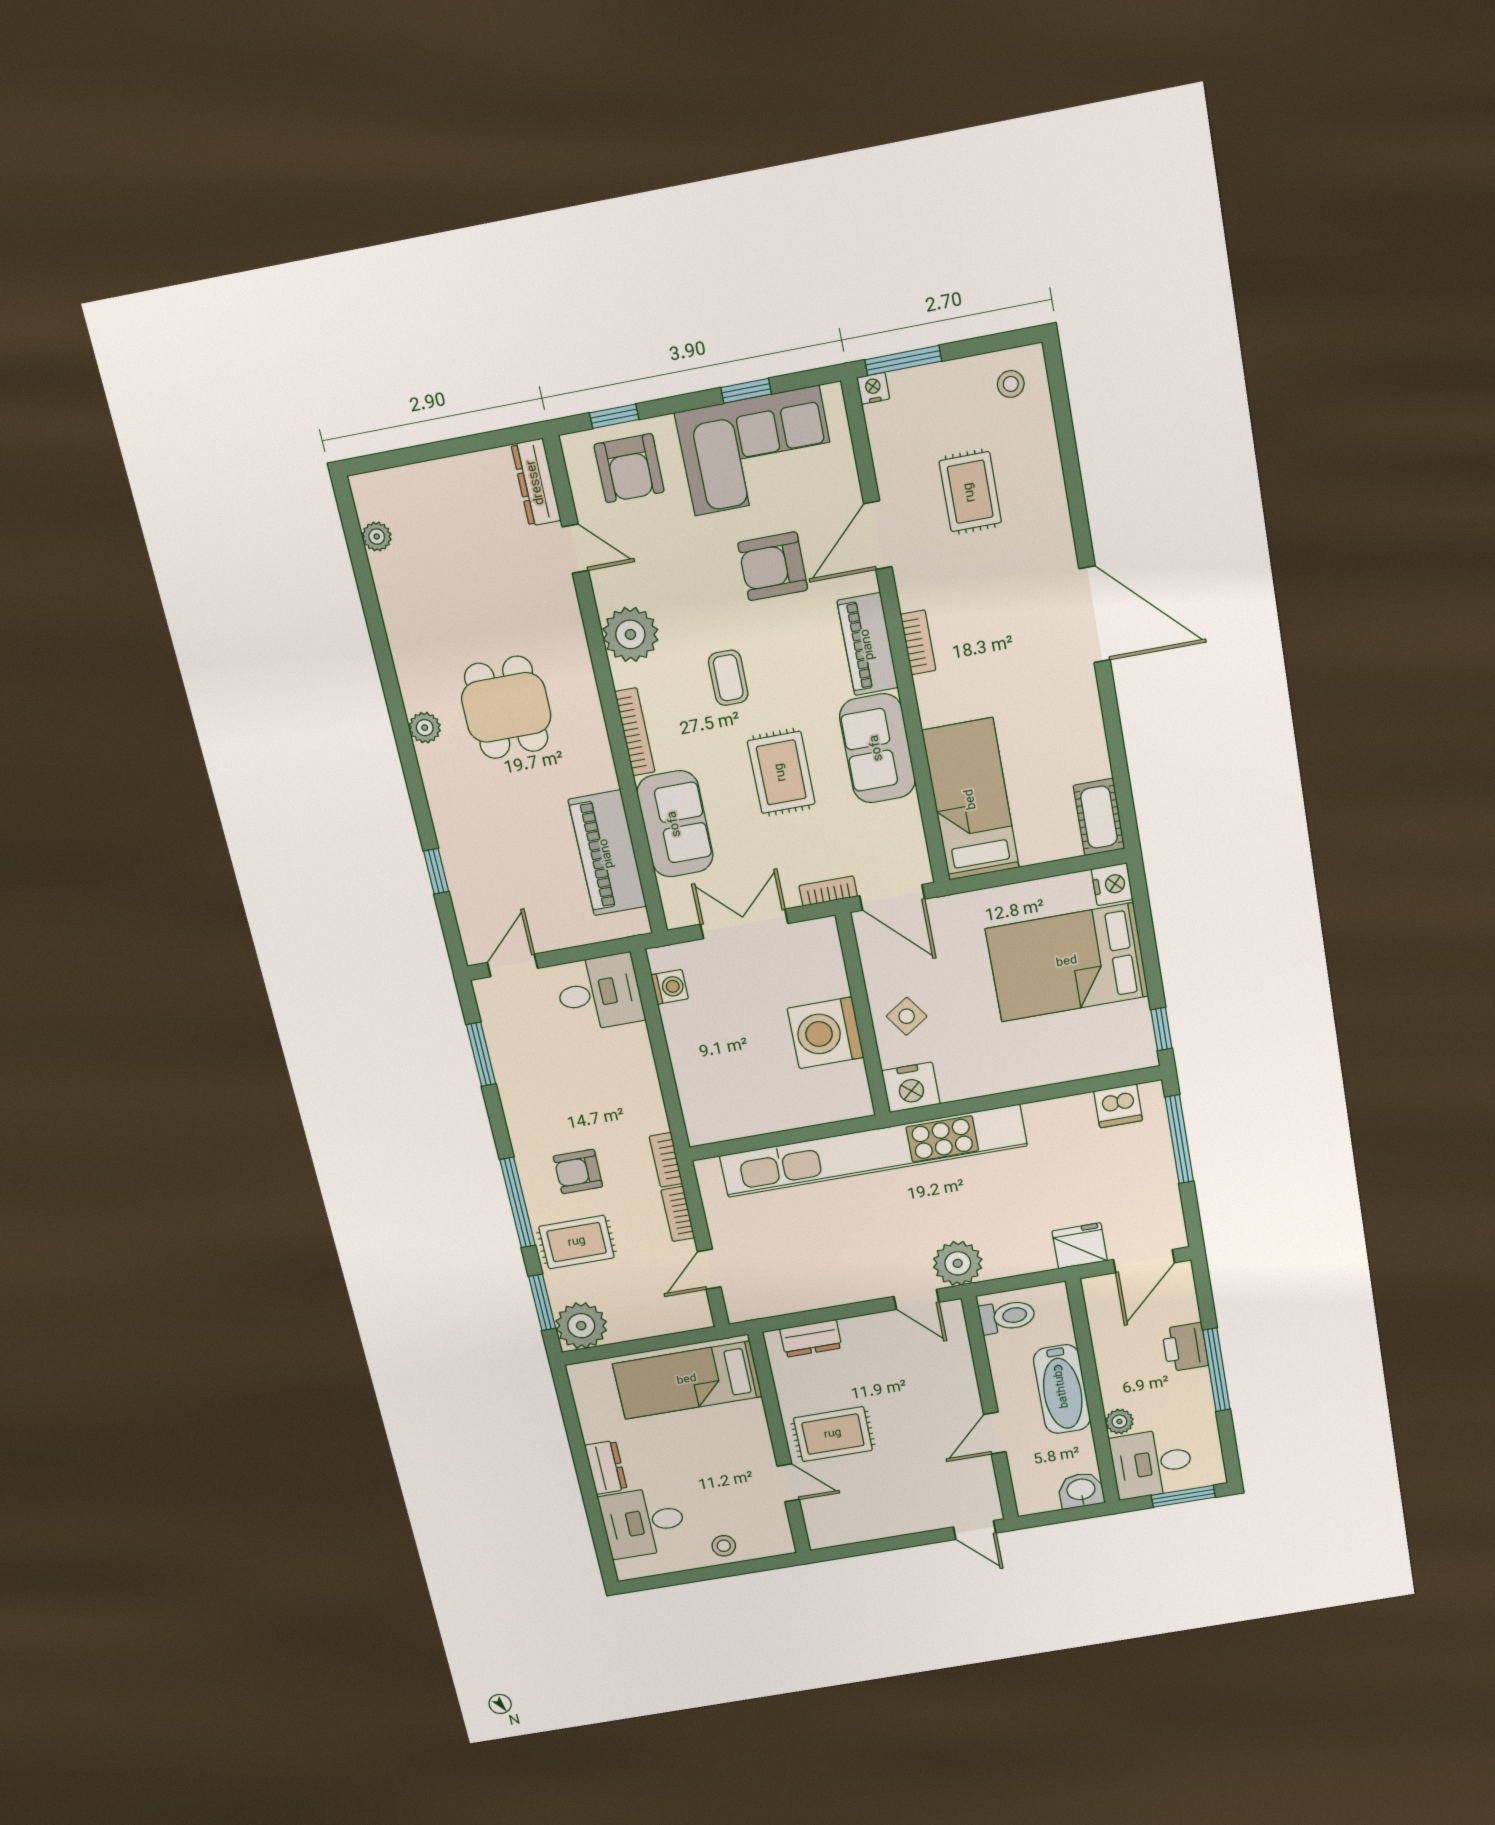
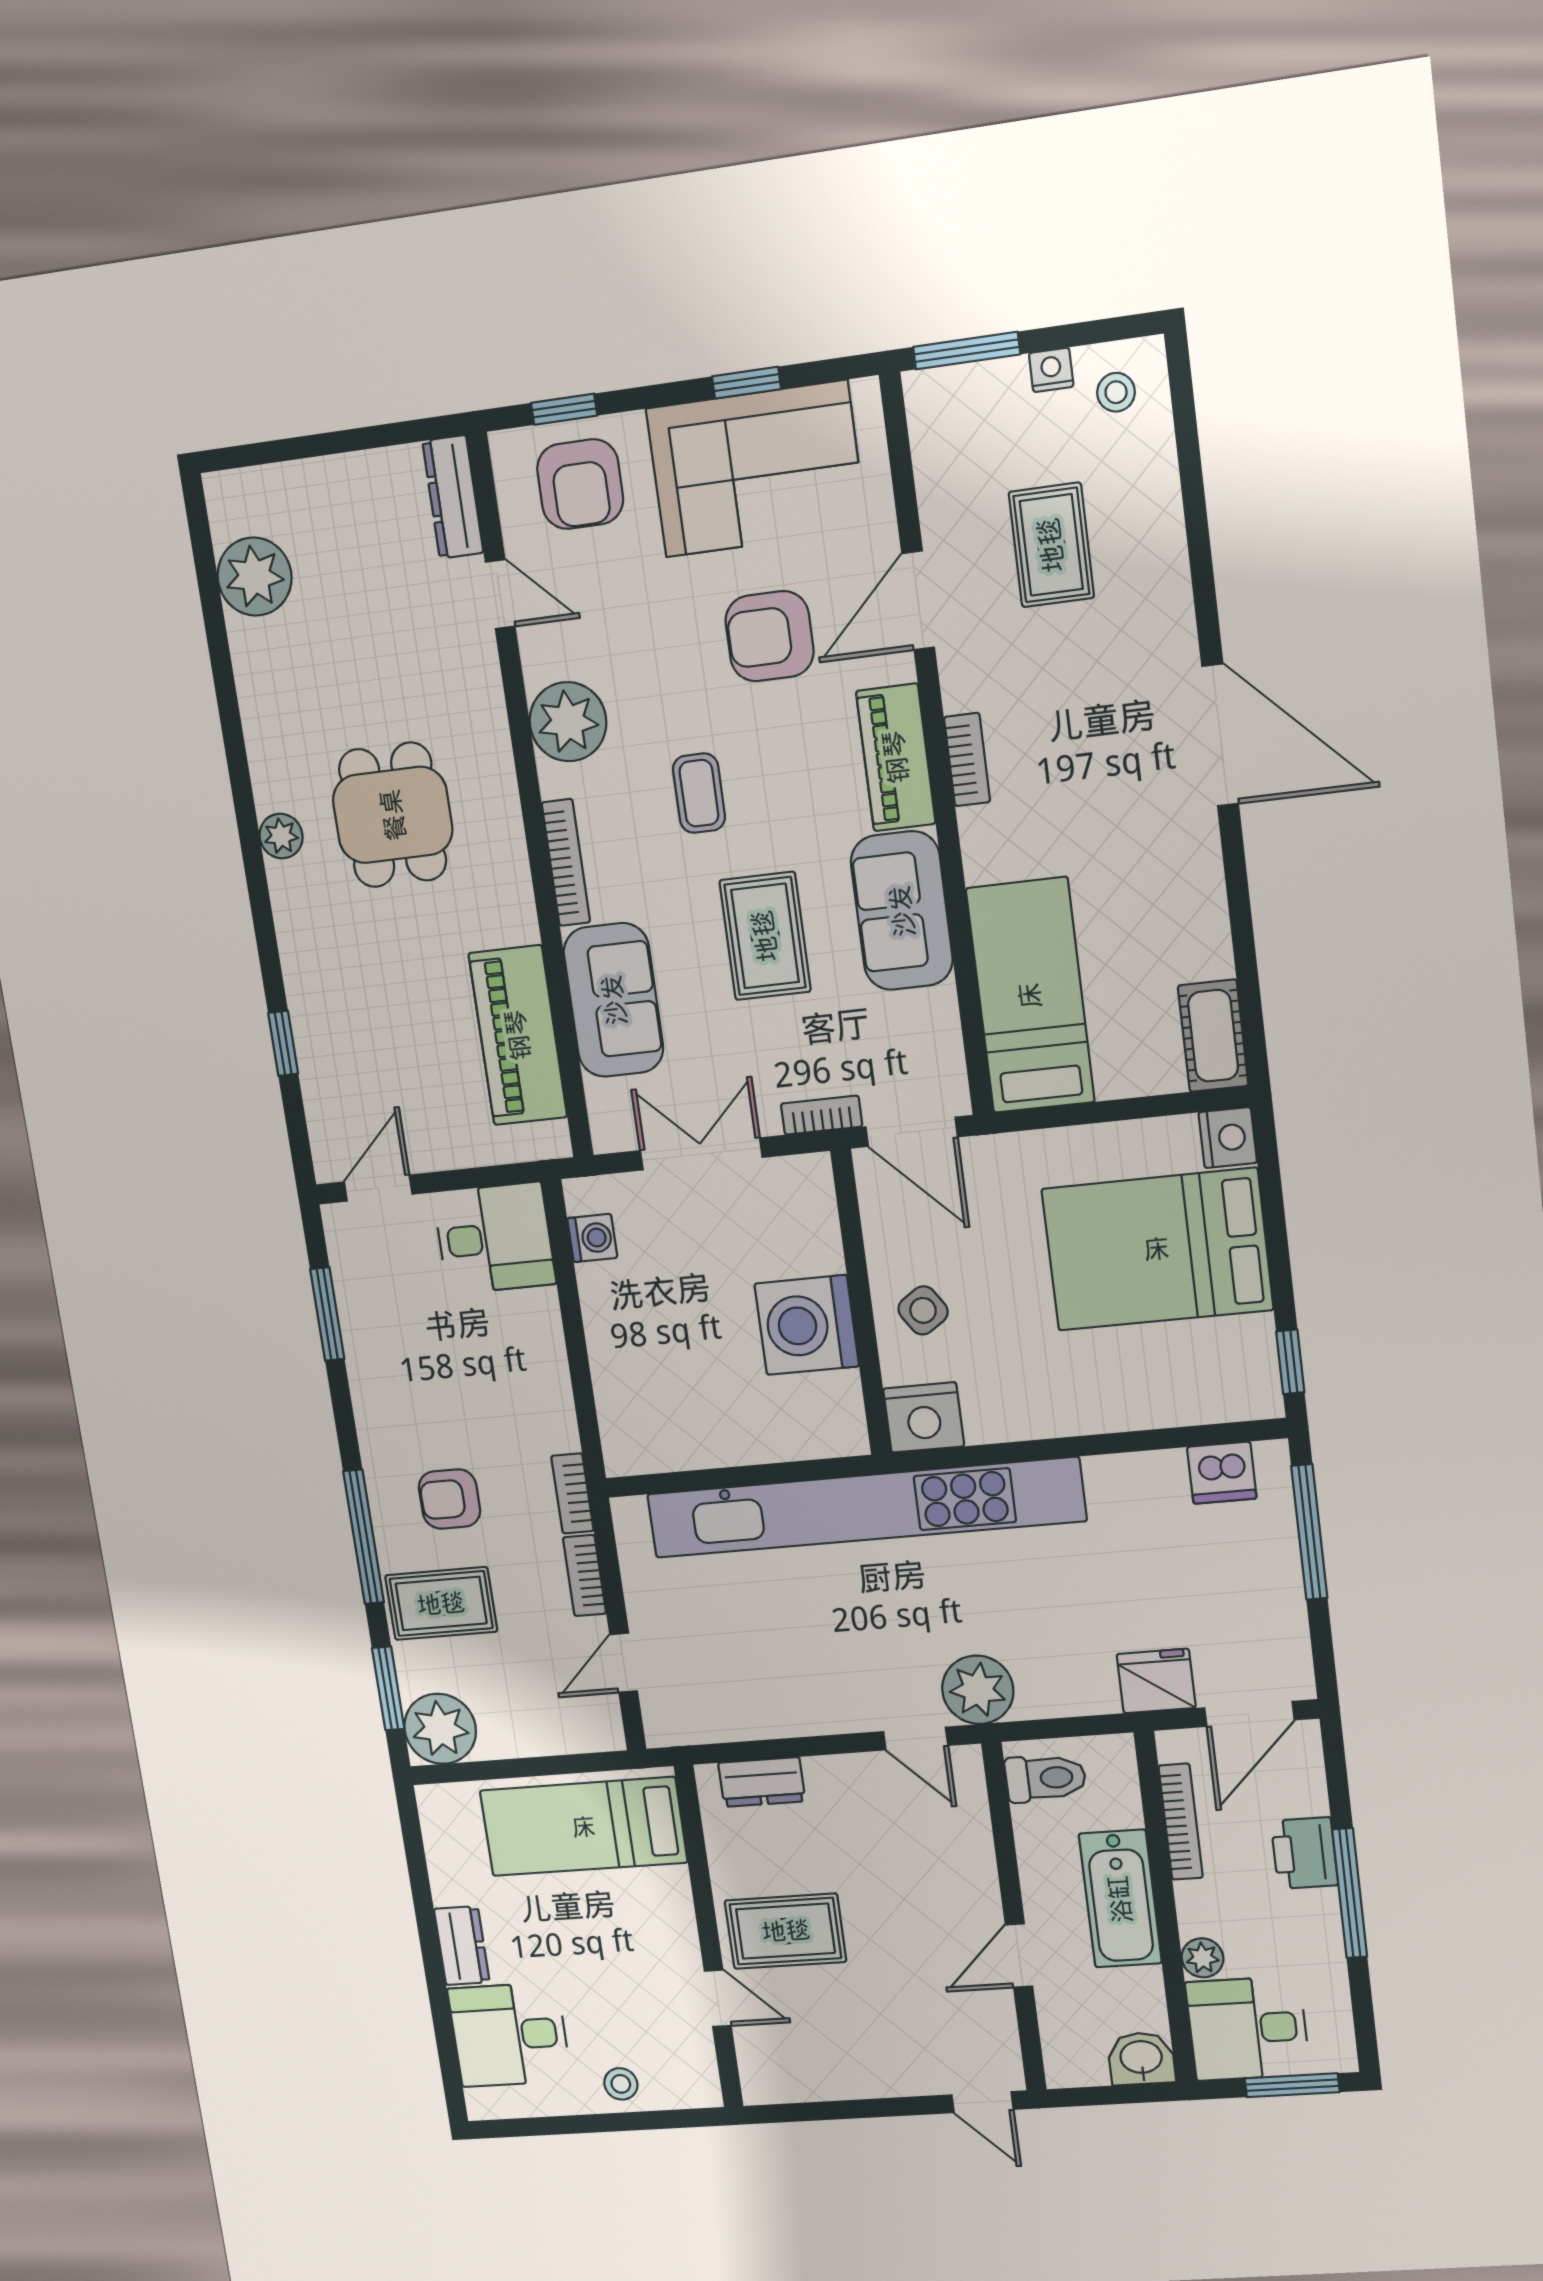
nightstand: (873, 388) -> (1051, 370), moved
plant: (377, 537) -> (255, 577), width x1.88, depth x1.88
bookcase: (1101, 1335) -> (1181, 1822), added

